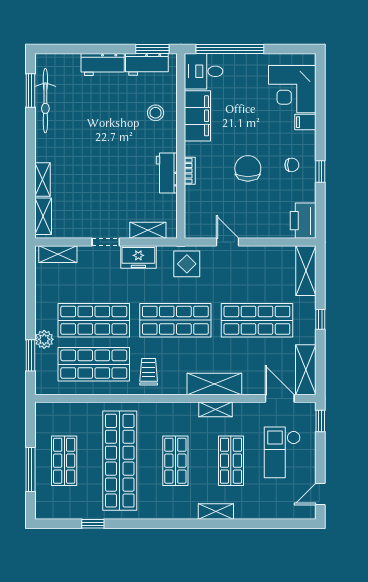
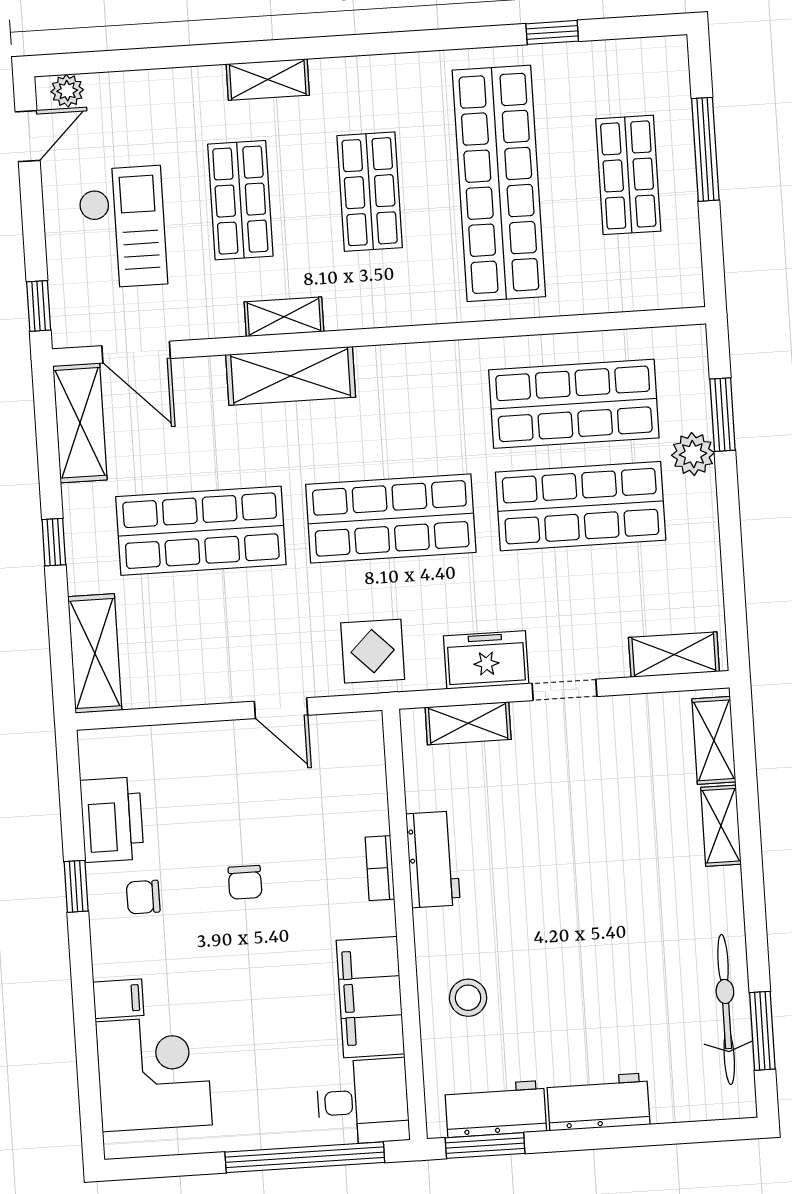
chair: (248, 168) -> (245, 882), width x0.54, depth x0.54
printer: (303, 221) -> (112, 820), moved
trolley: (149, 372) -> (445, 395), removed
plant: (302, 512) -> (67, 91), added

